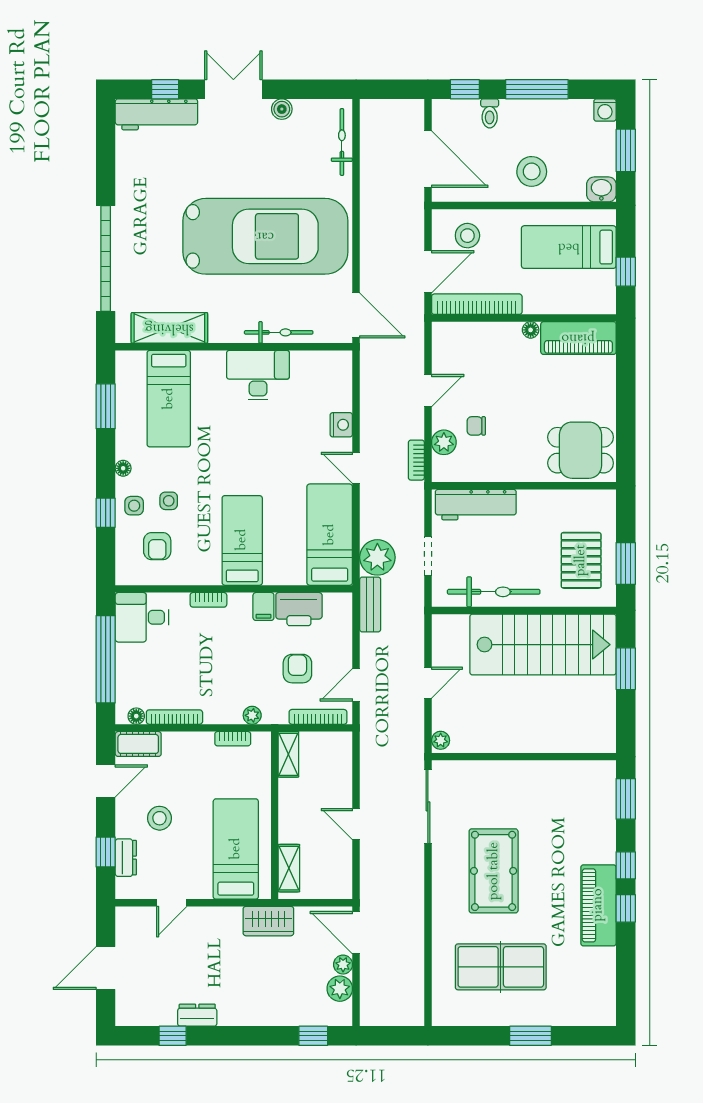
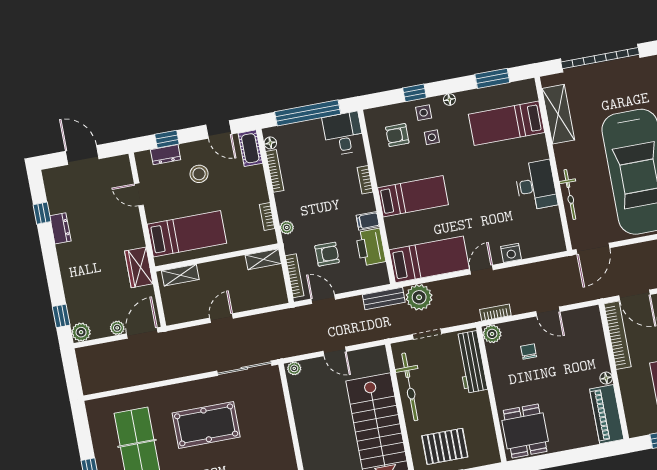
plant: (444, 442) -> (492, 334), moved
plant: (340, 989) -> (81, 332), moved

